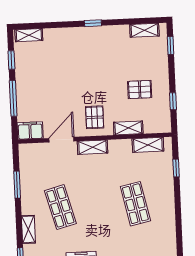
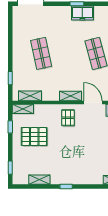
shelving: (144, 30) -> (39, 180), moved
pallet: (140, 89) -> (34, 137), width x1.50, depth x1.42
shelving: (128, 128) -> (23, 109), moved
door: (61, 140) -> (93, 103), swing flipped

